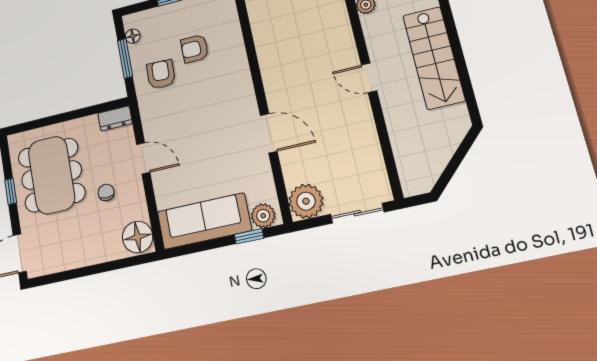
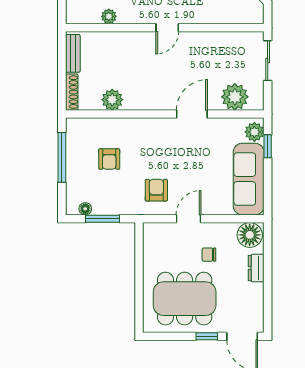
plant: (265, 34) -> (112, 100), added
armchair: (161, 74) -> (156, 190), moved, turned 88
dresser: (115, 118) -> (256, 268), moved, turned 180
window: (11, 191) -> (207, 336), moved
plant: (306, 201) -> (235, 97), moved

